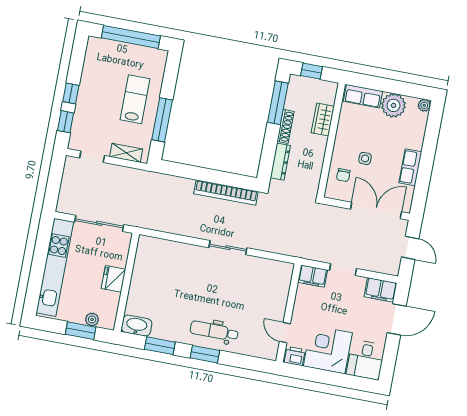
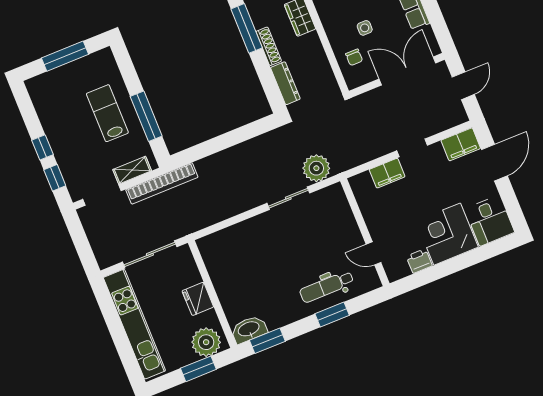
window: (131, 37) -> (65, 56), width x0.68
doorway: (92, 157) -> (102, 195), width x1.38
bookcase: (226, 193) -> (162, 183), moved
plant: (263, 239) -> (316, 168), added
door: (410, 248) -> (463, 86), hinge flipped
wall: (289, 313) -> (365, 232), moved
plant: (92, 319) -> (206, 342), width x1.87, depth x1.87
door: (285, 333) -> (373, 253), moved
window: (160, 346) -> (267, 341), moved

